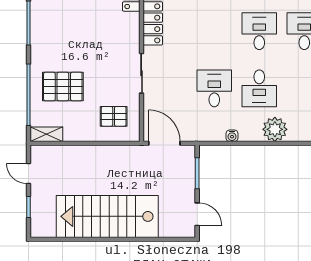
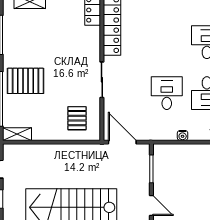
pallet: (63, 86) -> (25, 81), moved
pallet: (114, 116) -> (77, 118), turned 90

